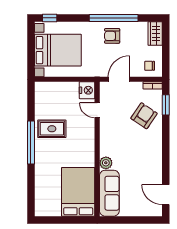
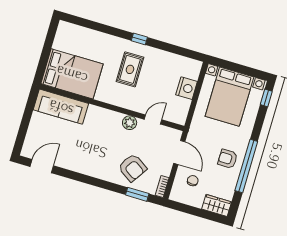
armchair: (112, 36) -> (228, 159), turned -89
chair: (150, 66) -> (193, 181), moved
nightstand: (87, 90) -> (187, 88), moved, turned -90
rug: (52, 129) -> (130, 69), moved
window: (31, 143) -> (139, 39), width x0.32
plant: (106, 163) -> (130, 123), moved

